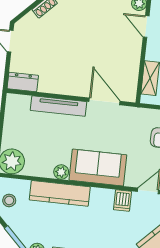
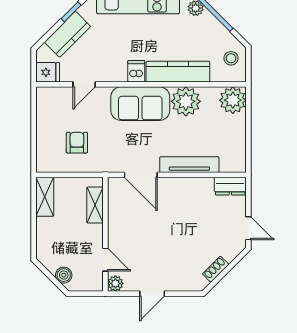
plant: (61, 172) -> (186, 101), width x1.87, depth x1.87
dishwasher: (122, 201) -> (136, 71), moved

